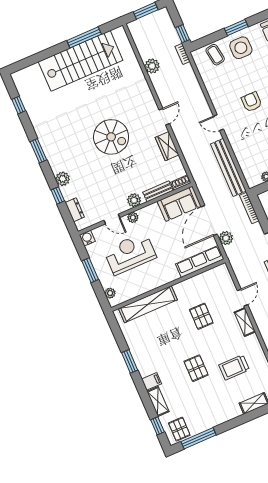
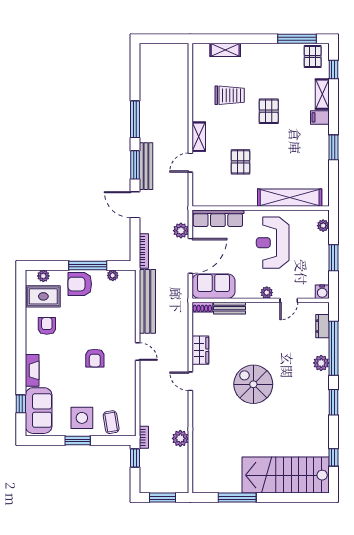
stairs: (81, 61) -> (286, 475), moved
door: (164, 117) -> (190, 381), hinge flipped
window: (58, 195) -> (333, 348), width x3.17
plant: (134, 200) -> (258, 310), removed
door: (112, 219) -> (289, 300), swing flipped
reception desk: (130, 254) -> (273, 243), moved, turned 90

